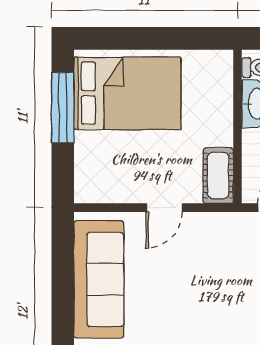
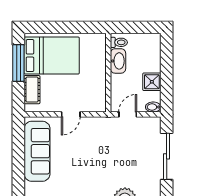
cot: (218, 176) -> (32, 90), moved

